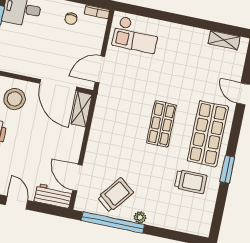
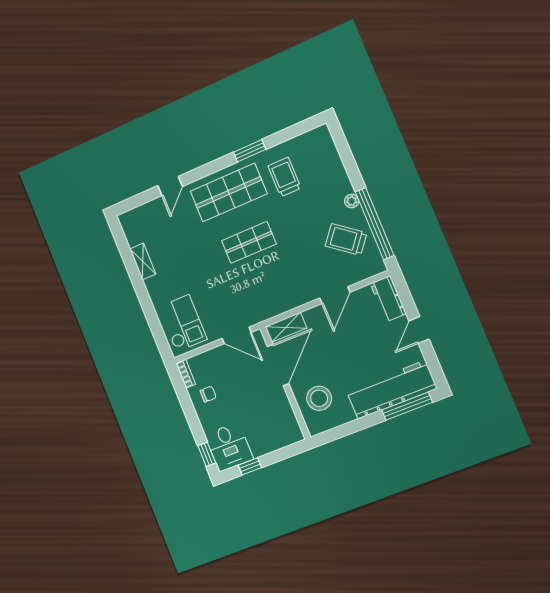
shelving: (224, 40) -> (143, 261), moved
door: (77, 178) -> (335, 295), moved

